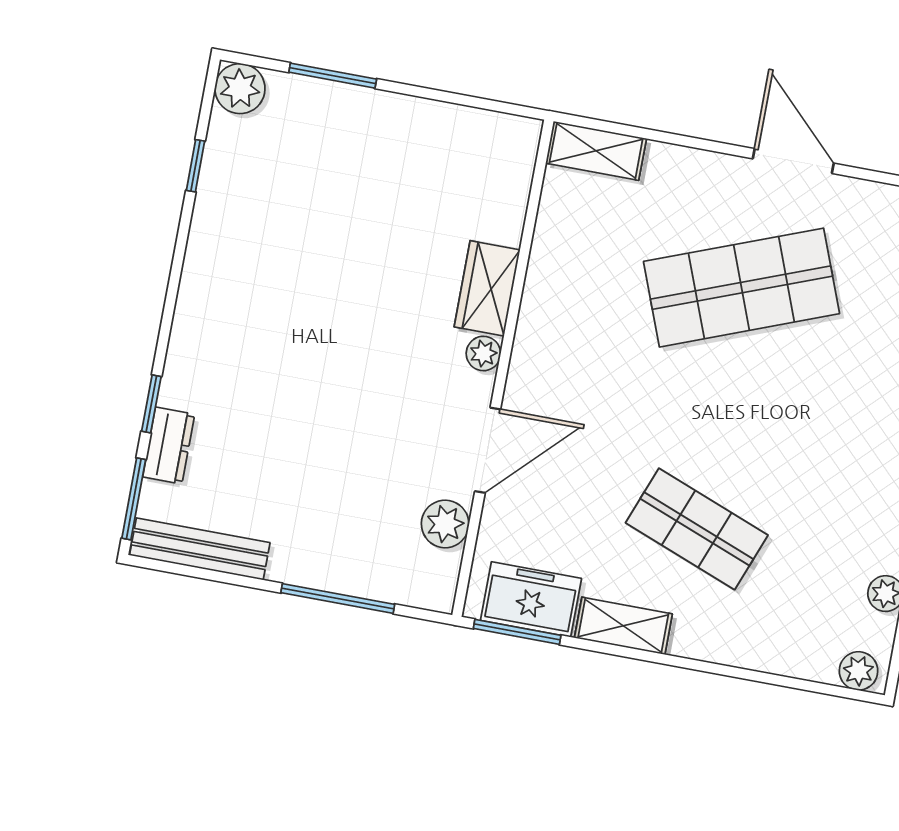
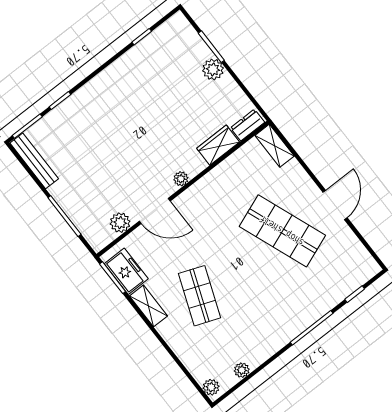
plant: (240, 89) -> (213, 69), moved
wardrobe: (487, 288) -> (218, 145), moved
dresser: (169, 446) -> (248, 125), moved, turned 180

